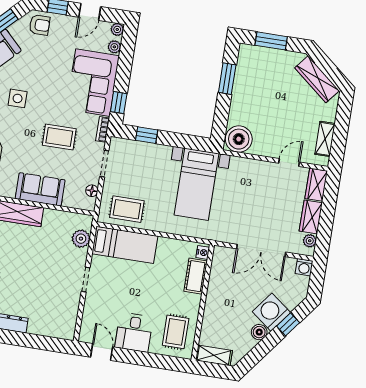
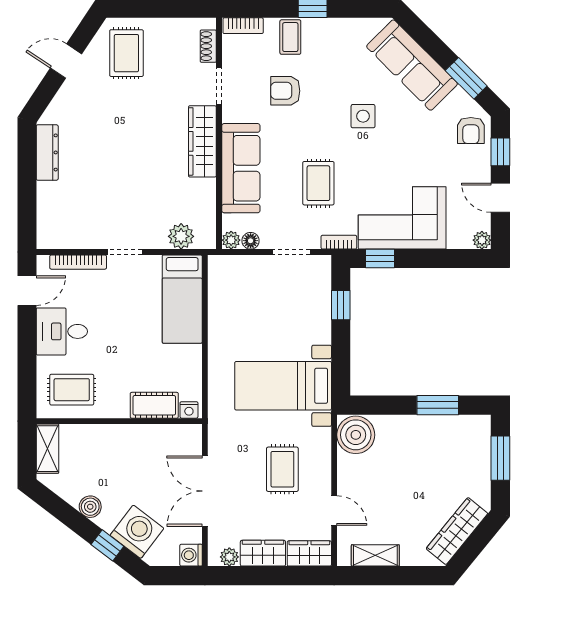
plant: (114, 47) -> (231, 240), moved
sofa: (40, 189) -> (241, 168), width x1.36
rug: (127, 209) -> (282, 469), moved
washing machine: (271, 312) -> (137, 532), moved
bookcase: (87, 313) -> (78, 262), added

